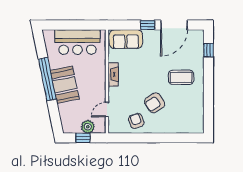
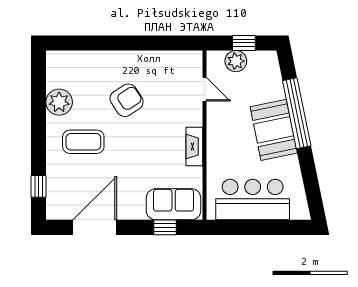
window: (148, 25) -> (165, 227), moved
window: (47, 79) -> (297, 113), moved
plant: (196, 102) -> (59, 102), added
door: (107, 109) -> (205, 89), hinge flipped
armchair: (136, 121) -> (157, 71), removed

